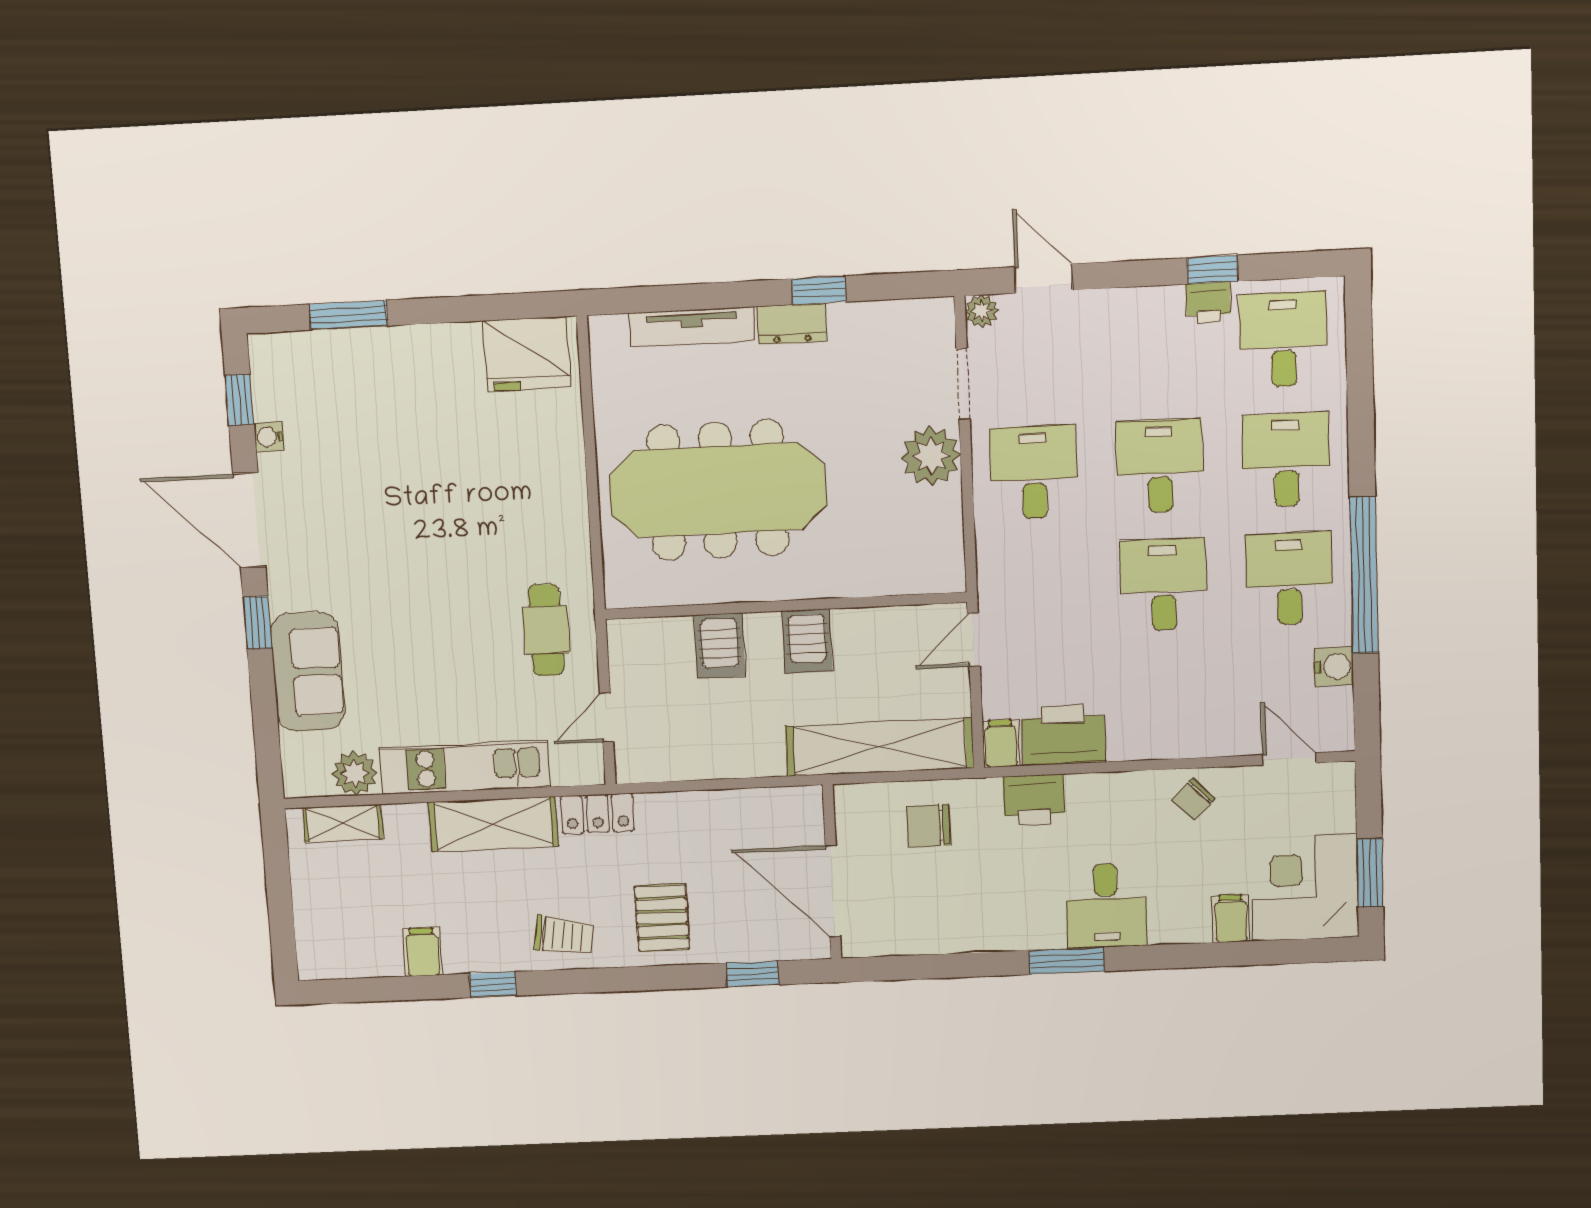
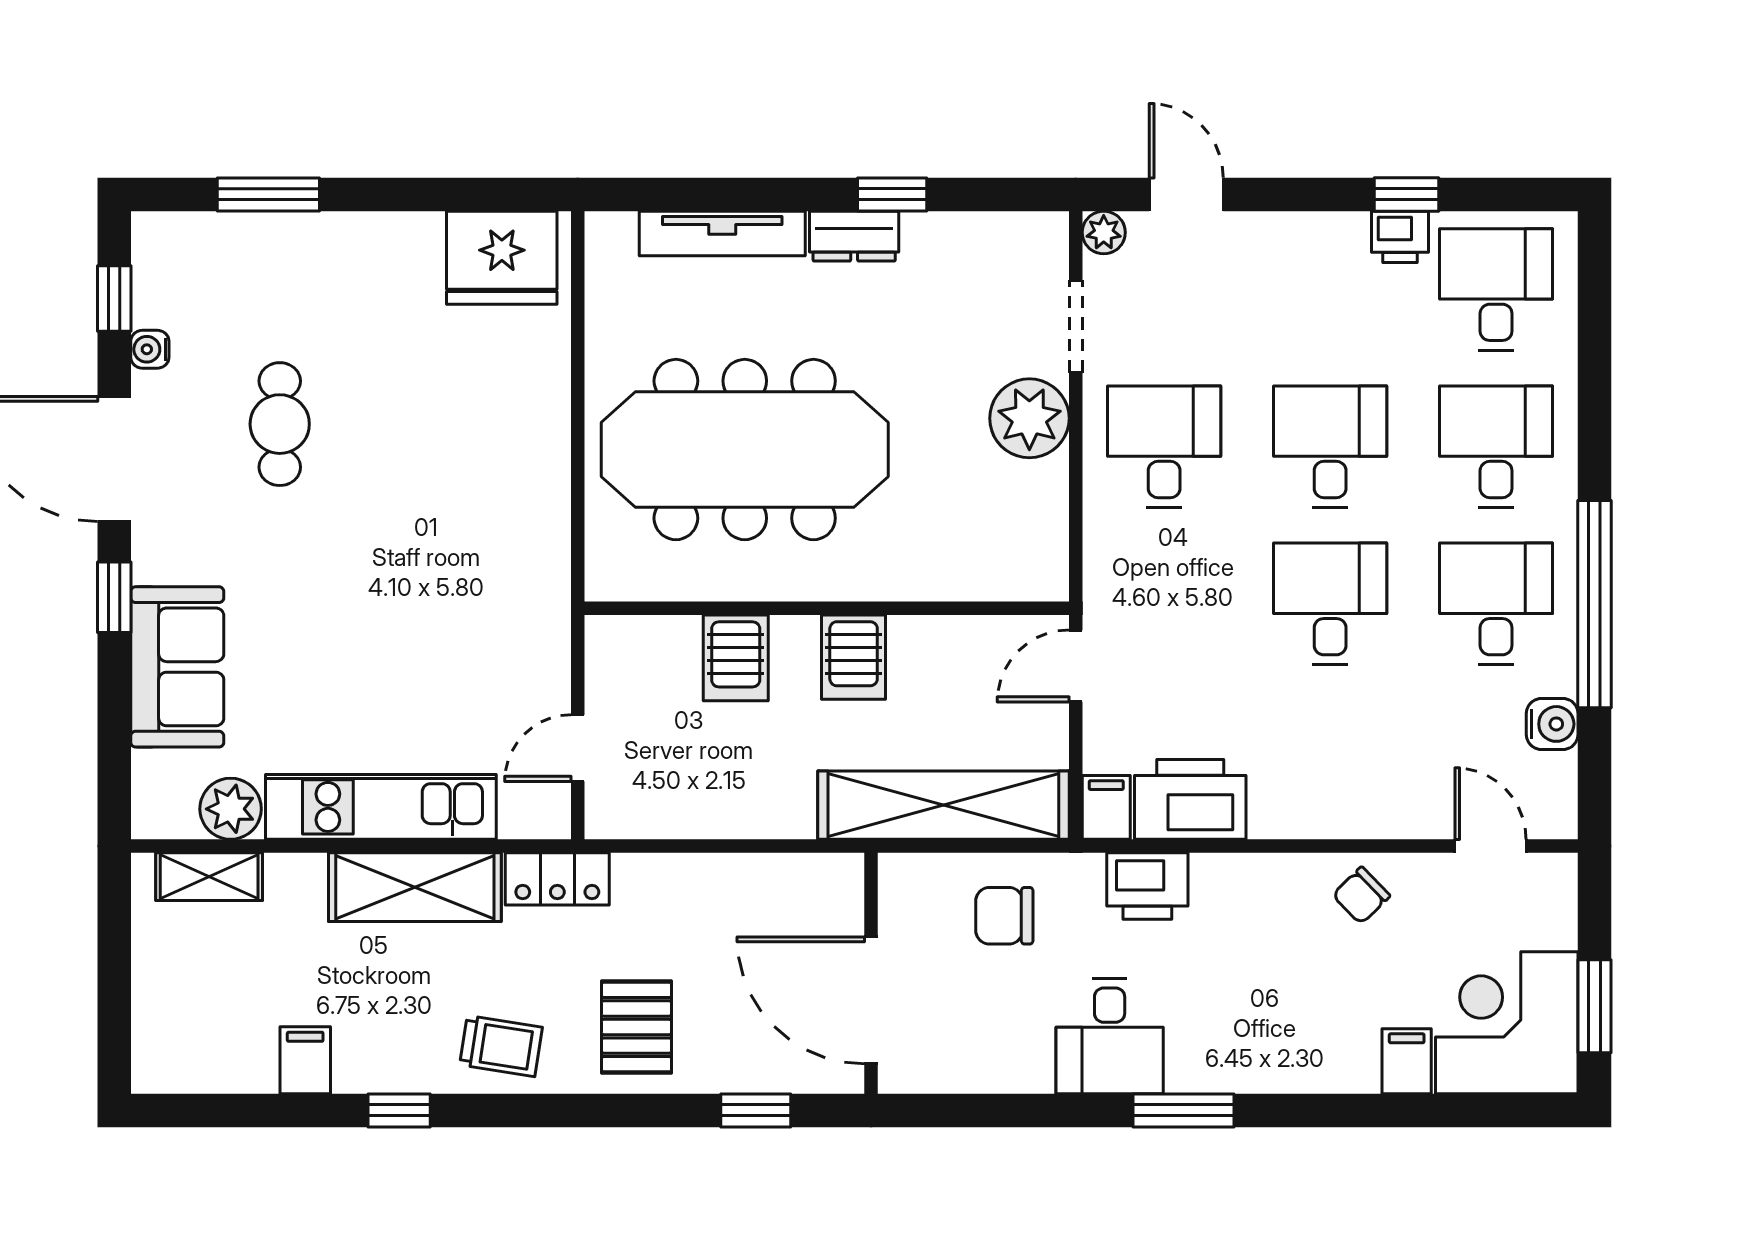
cafe table: (546, 630) -> (280, 424), moved
desk: (1106, 906) -> (1110, 1036), moved

